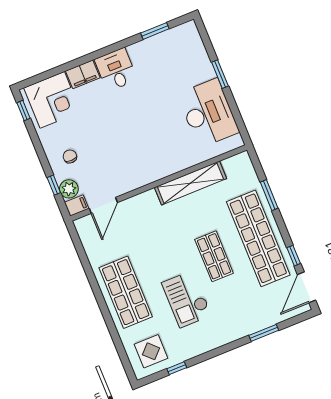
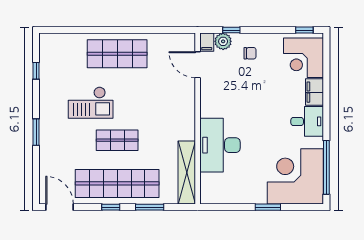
window: (155, 31) -> (326, 167), width x2.11
corner desk: (177, 59) -> (295, 176), added
desk: (208, 113) -> (220, 145), moved, turned 90
shelving: (190, 183) -> (187, 172), moved
window: (294, 256) -> (111, 207), moved
checkout: (187, 299) -> (91, 103), turned 180
window: (264, 333) -> (36, 132), moved
display table: (151, 351) -> (59, 55), removed

